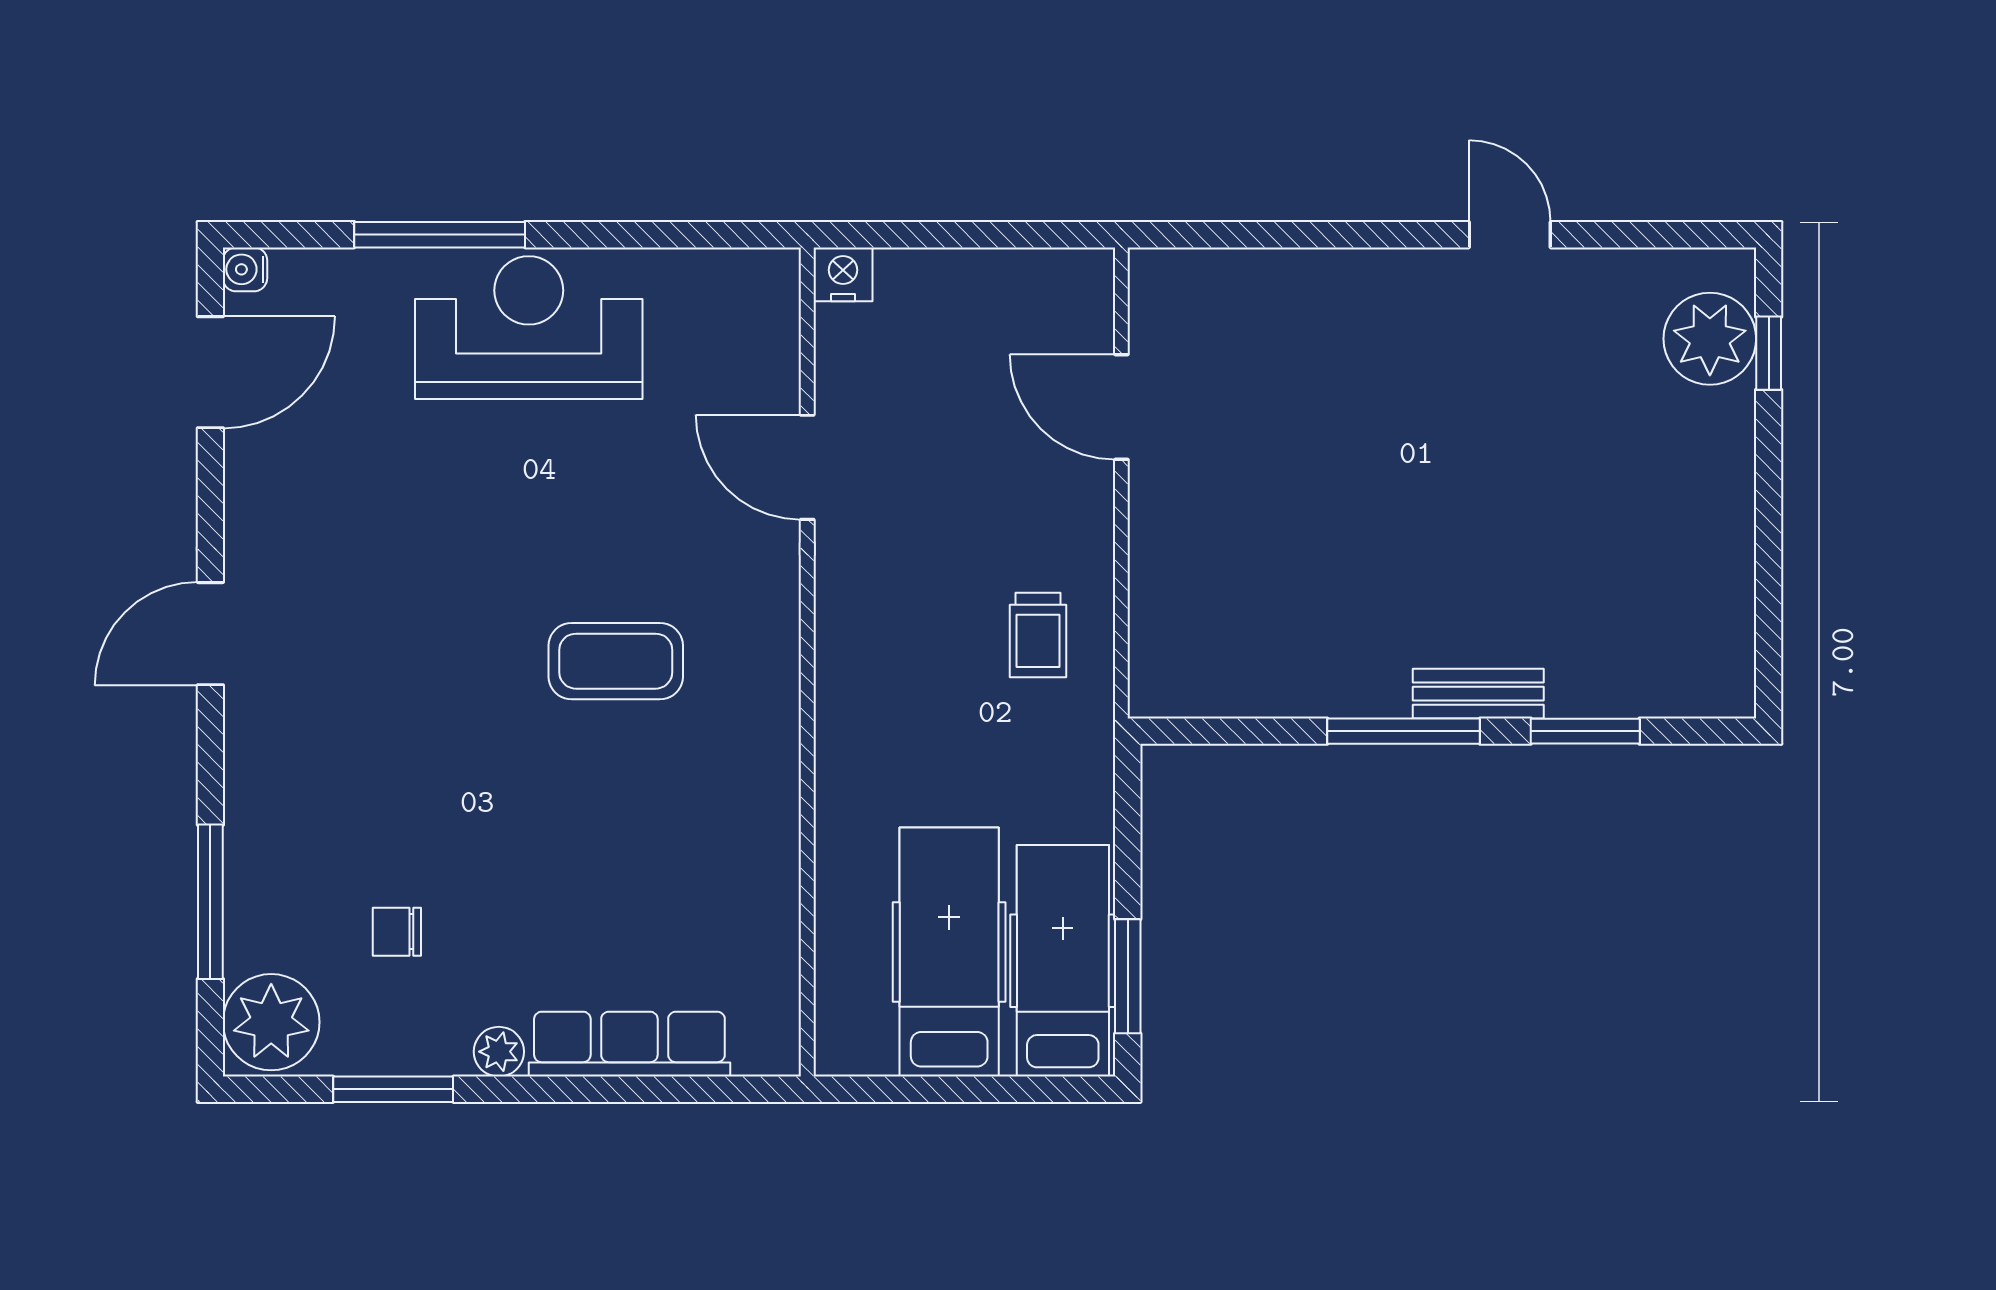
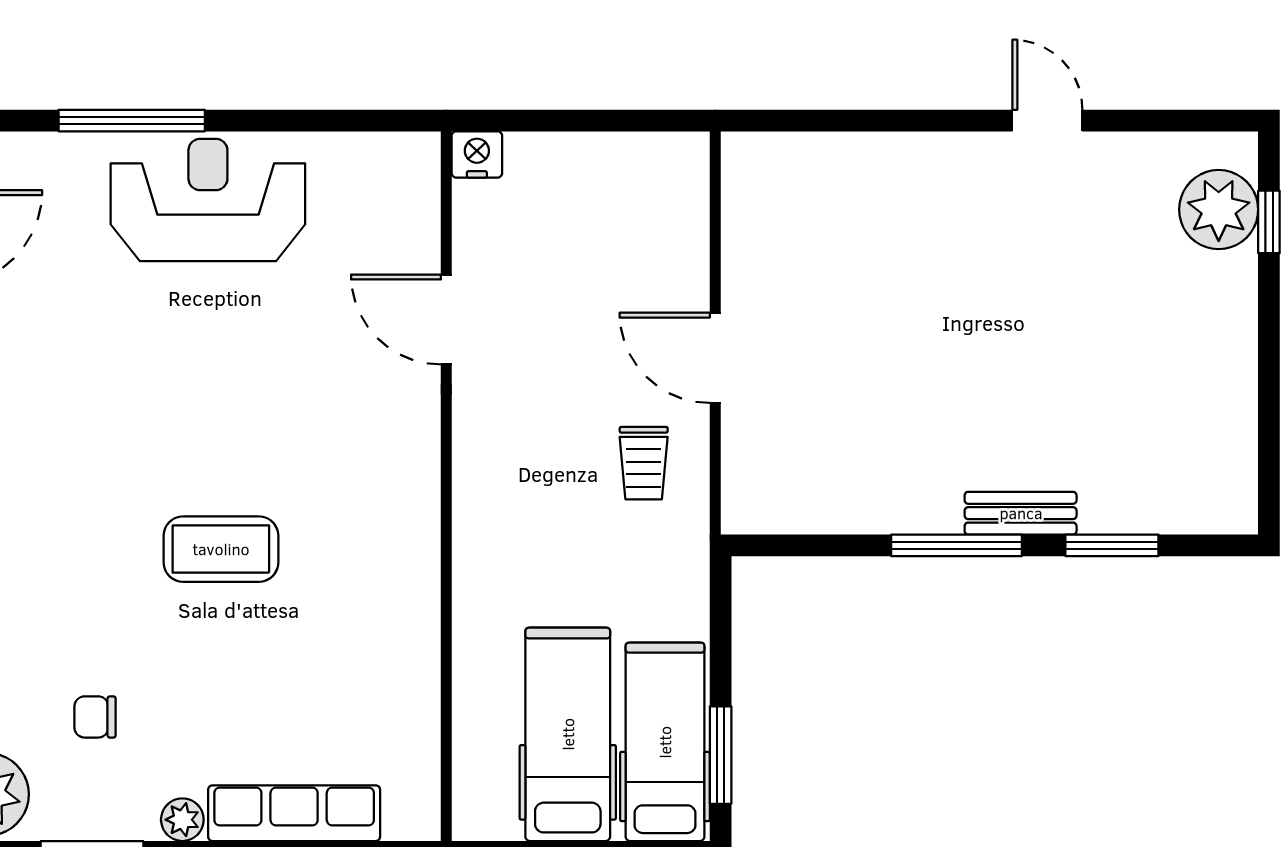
door: (1121, 407) -> (715, 358), moved
coffee table: (616, 661) -> (221, 549), moved

